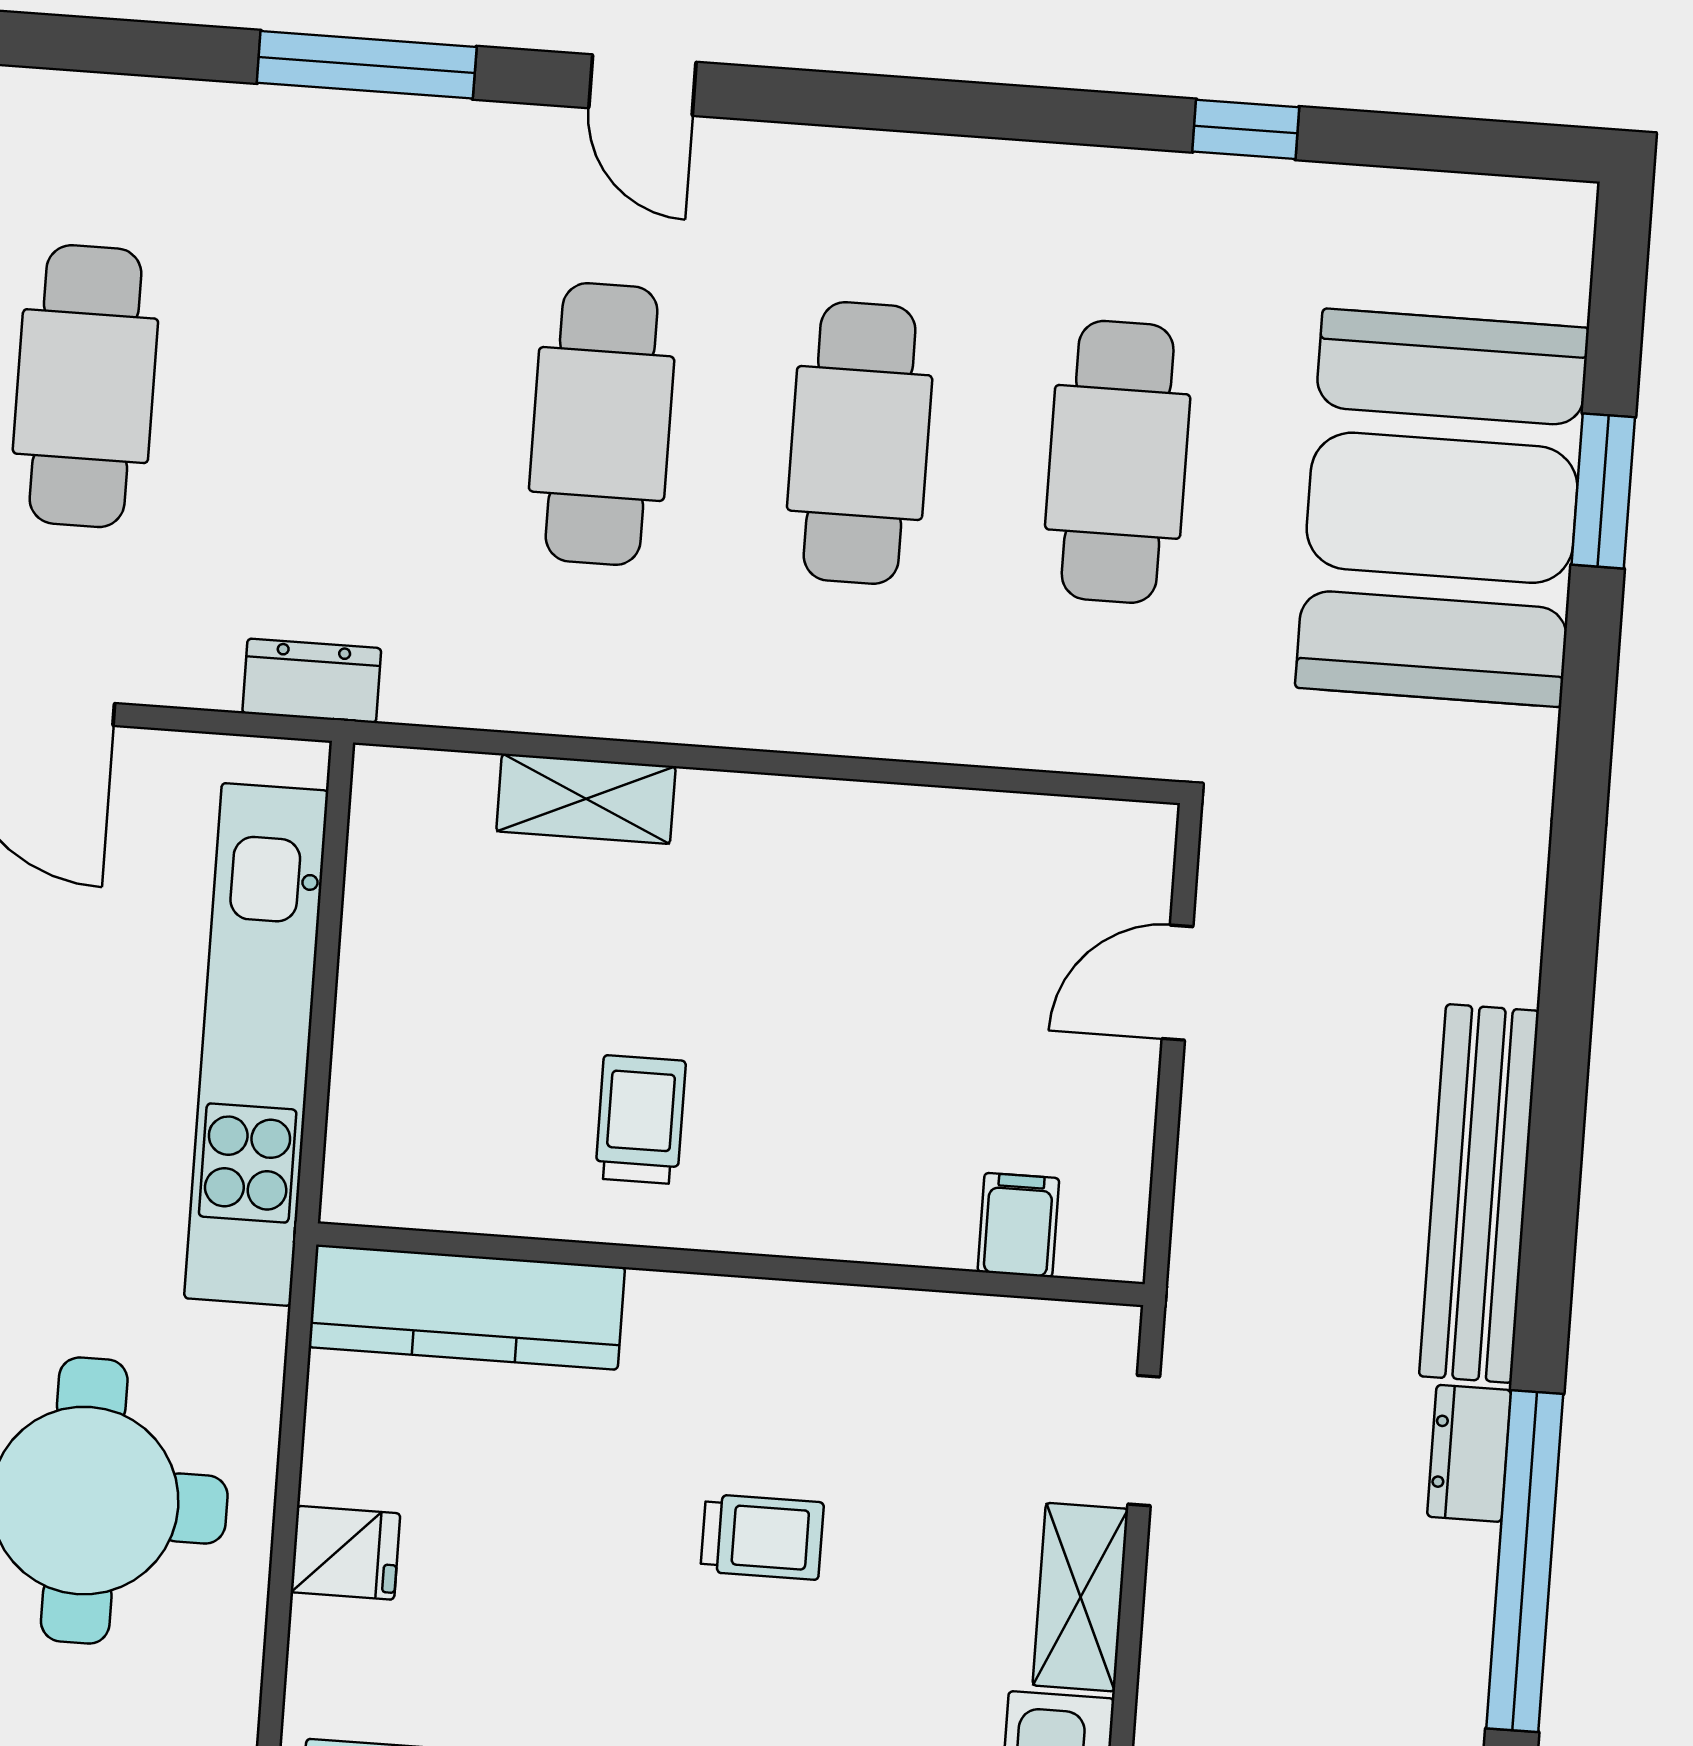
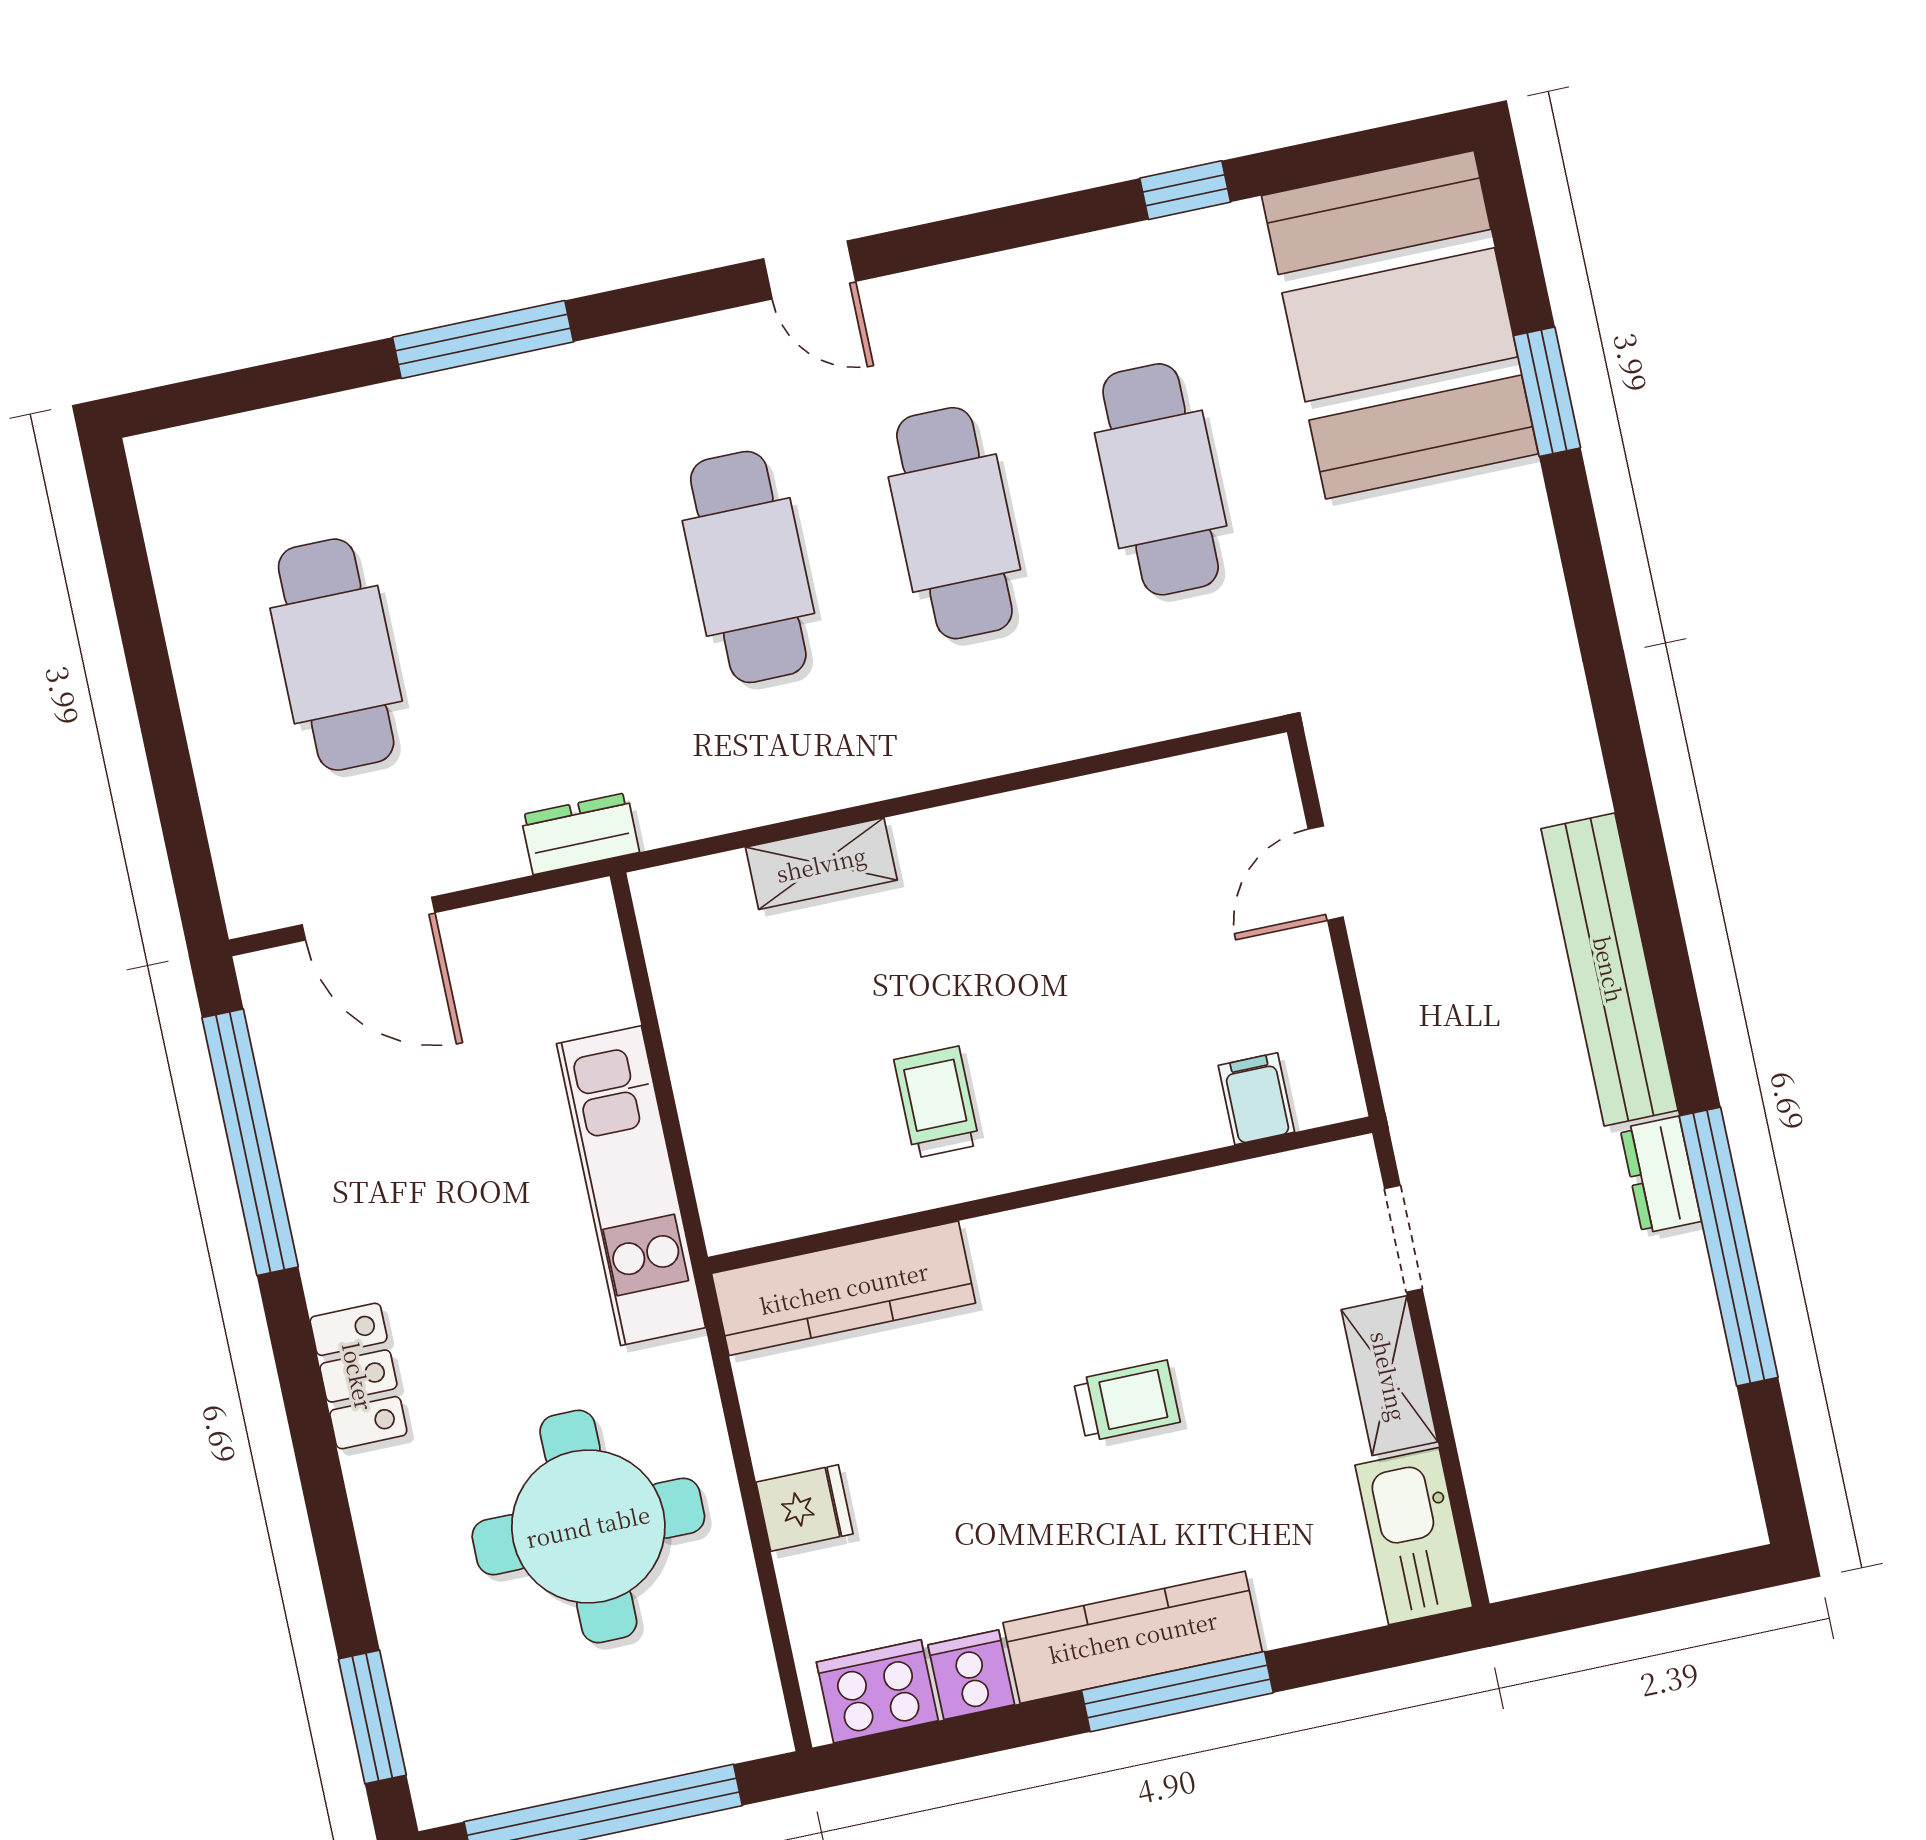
door: (642, 85) -> (810, 270), moved
booth: (1442, 508) -> (1400, 325), moved
kitchen unit: (256, 1044) -> (631, 1186), width x0.73

